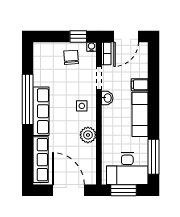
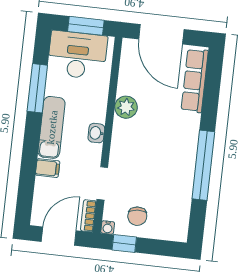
washbasin: (107, 98) -> (96, 133), moved
side table: (82, 106) -> (130, 148), removed
row of seats: (41, 111) -> (187, 147), removed
window: (153, 157) -> (37, 88), moved

